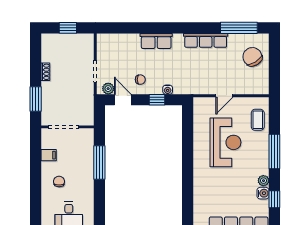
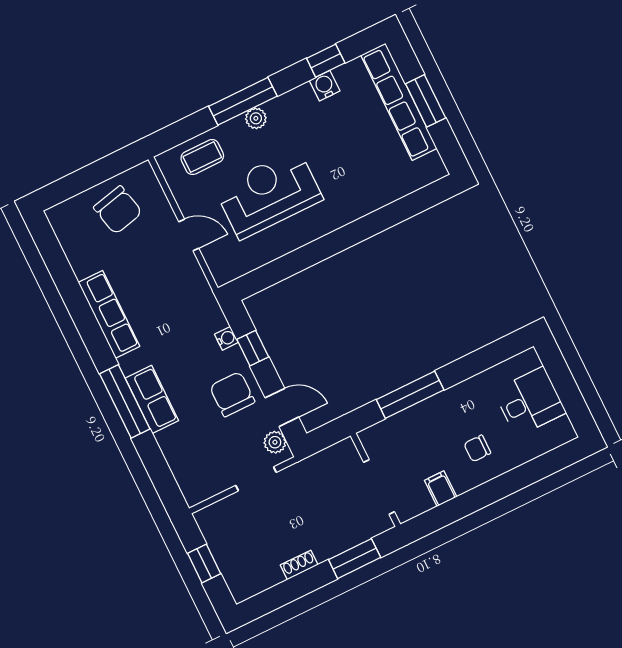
window: (239, 28) -> (125, 401), moved
chair: (252, 57) -> (118, 210), moved, turned -71
chair: (140, 80) -> (232, 394), width x1.87, depth x1.87
door: (123, 100) -> (282, 407), swing flipped
plant: (263, 181) -> (256, 118), moved

